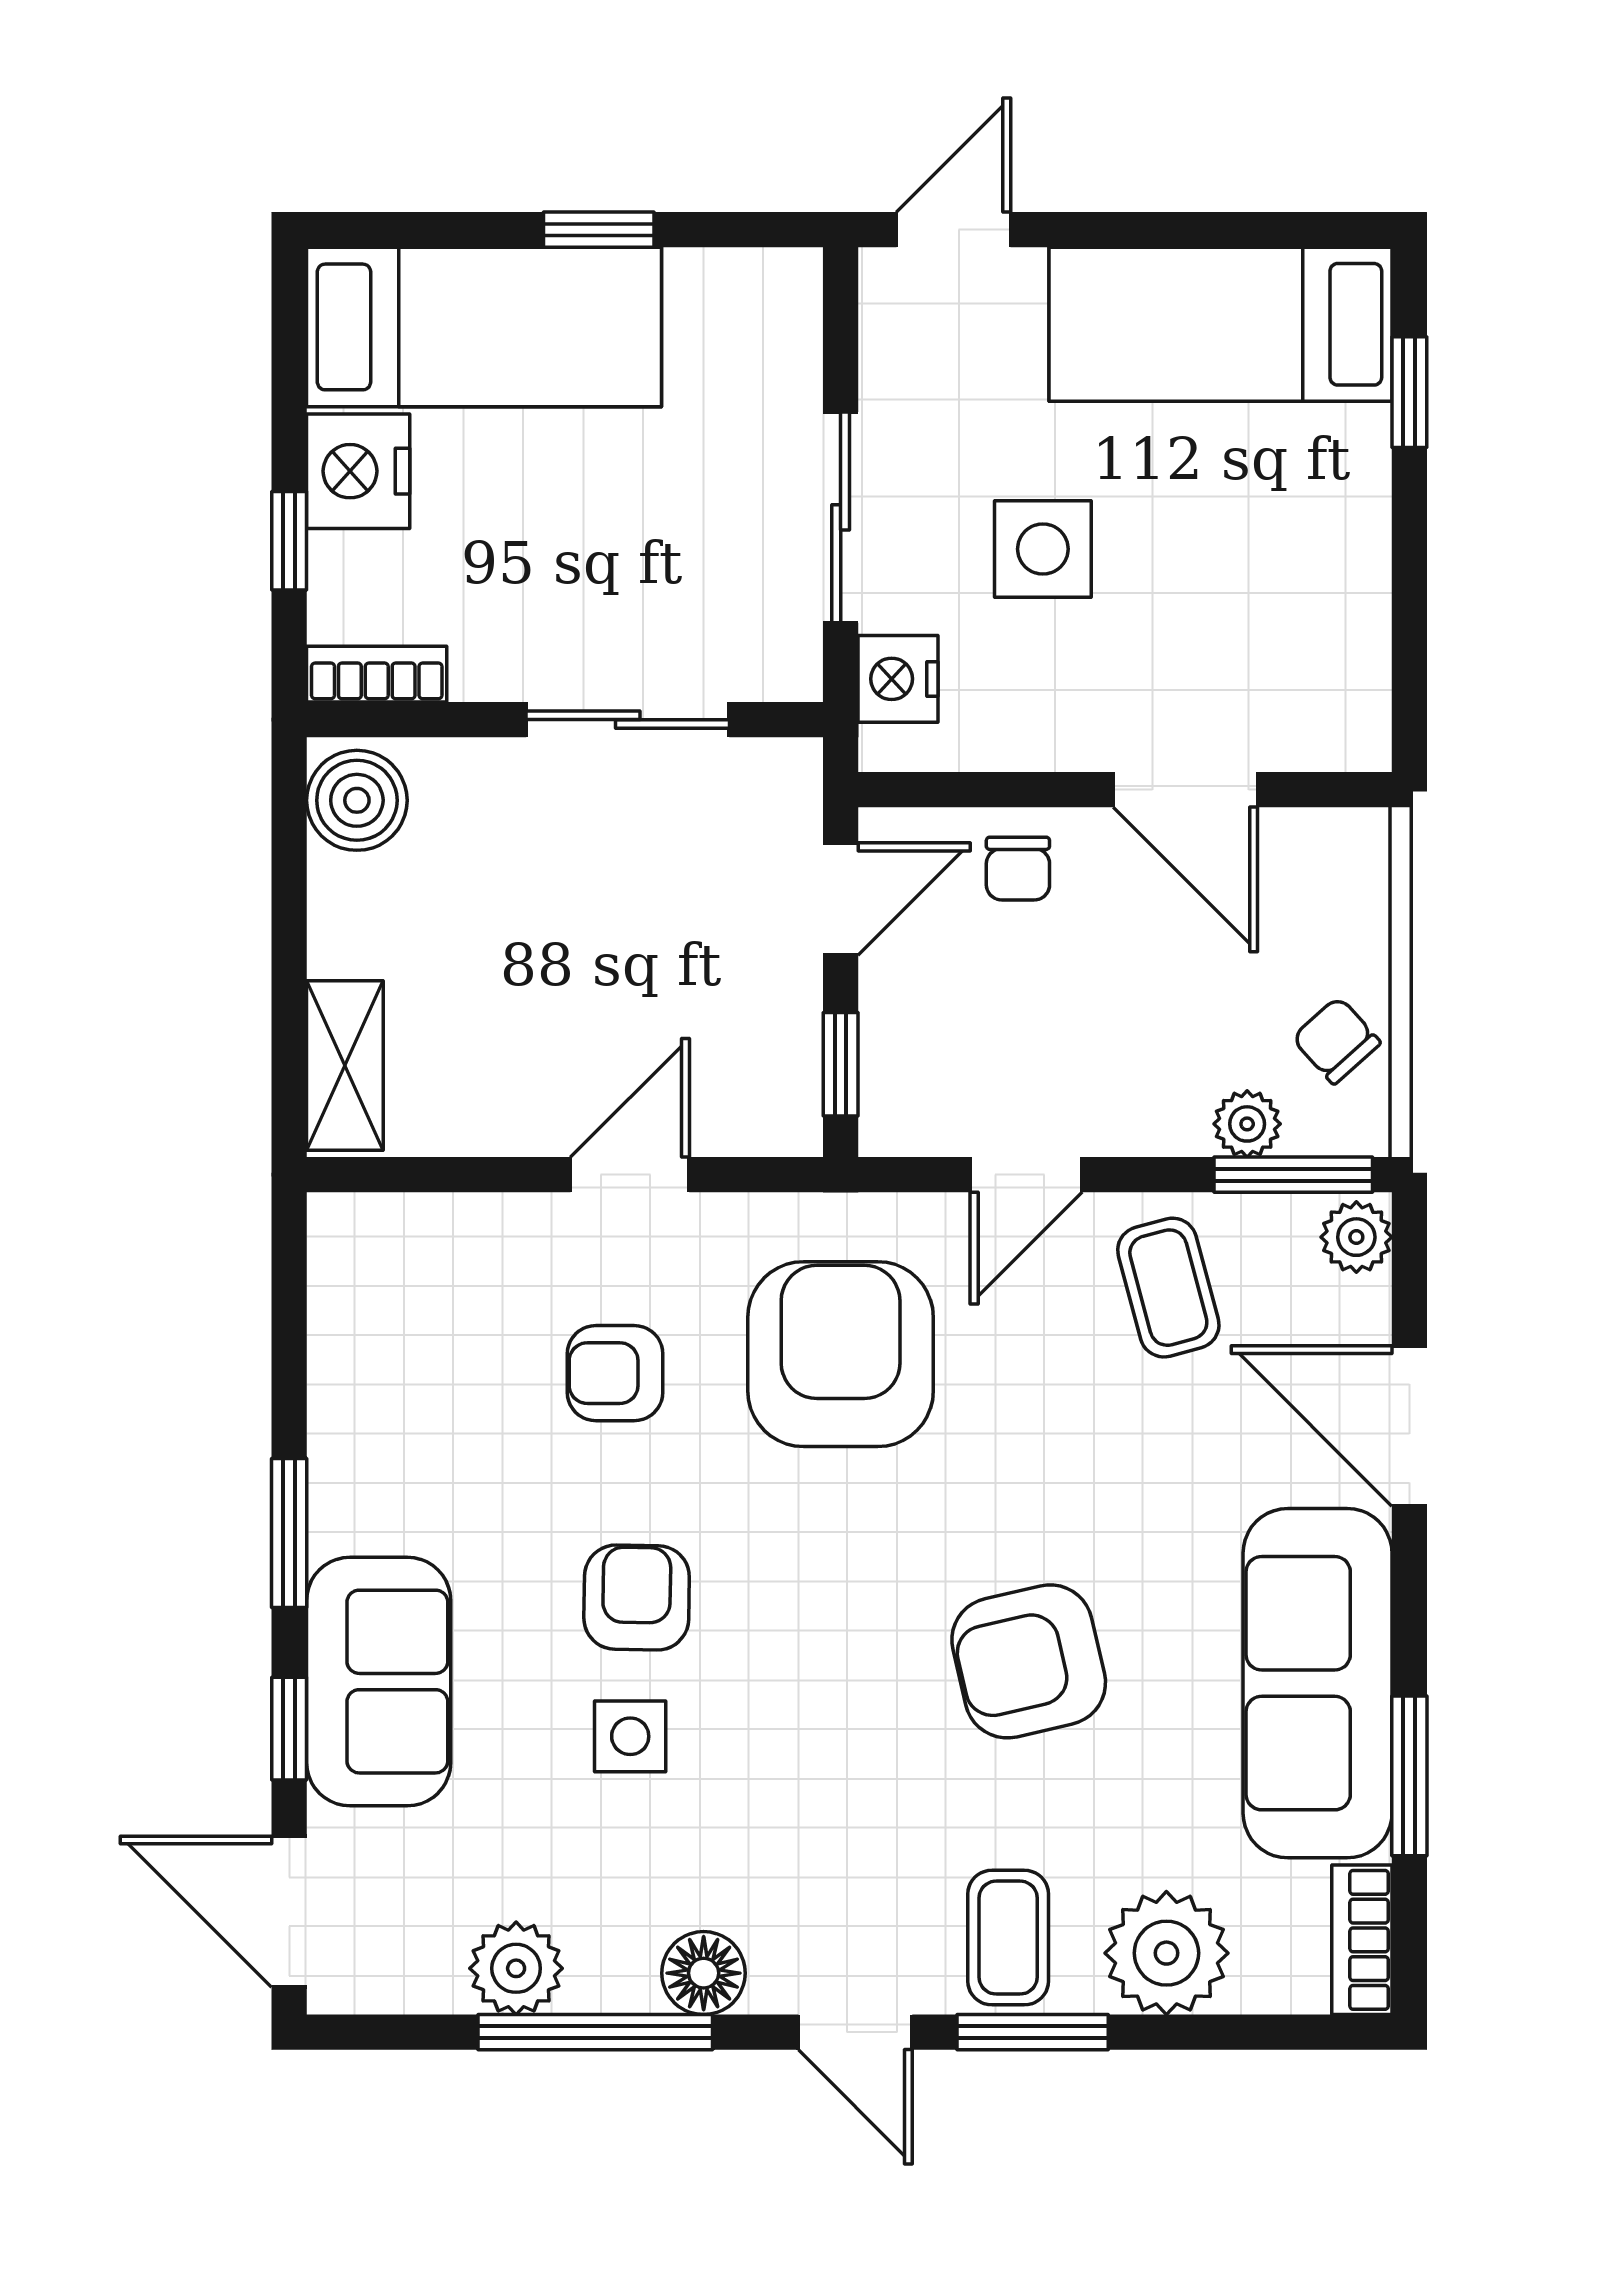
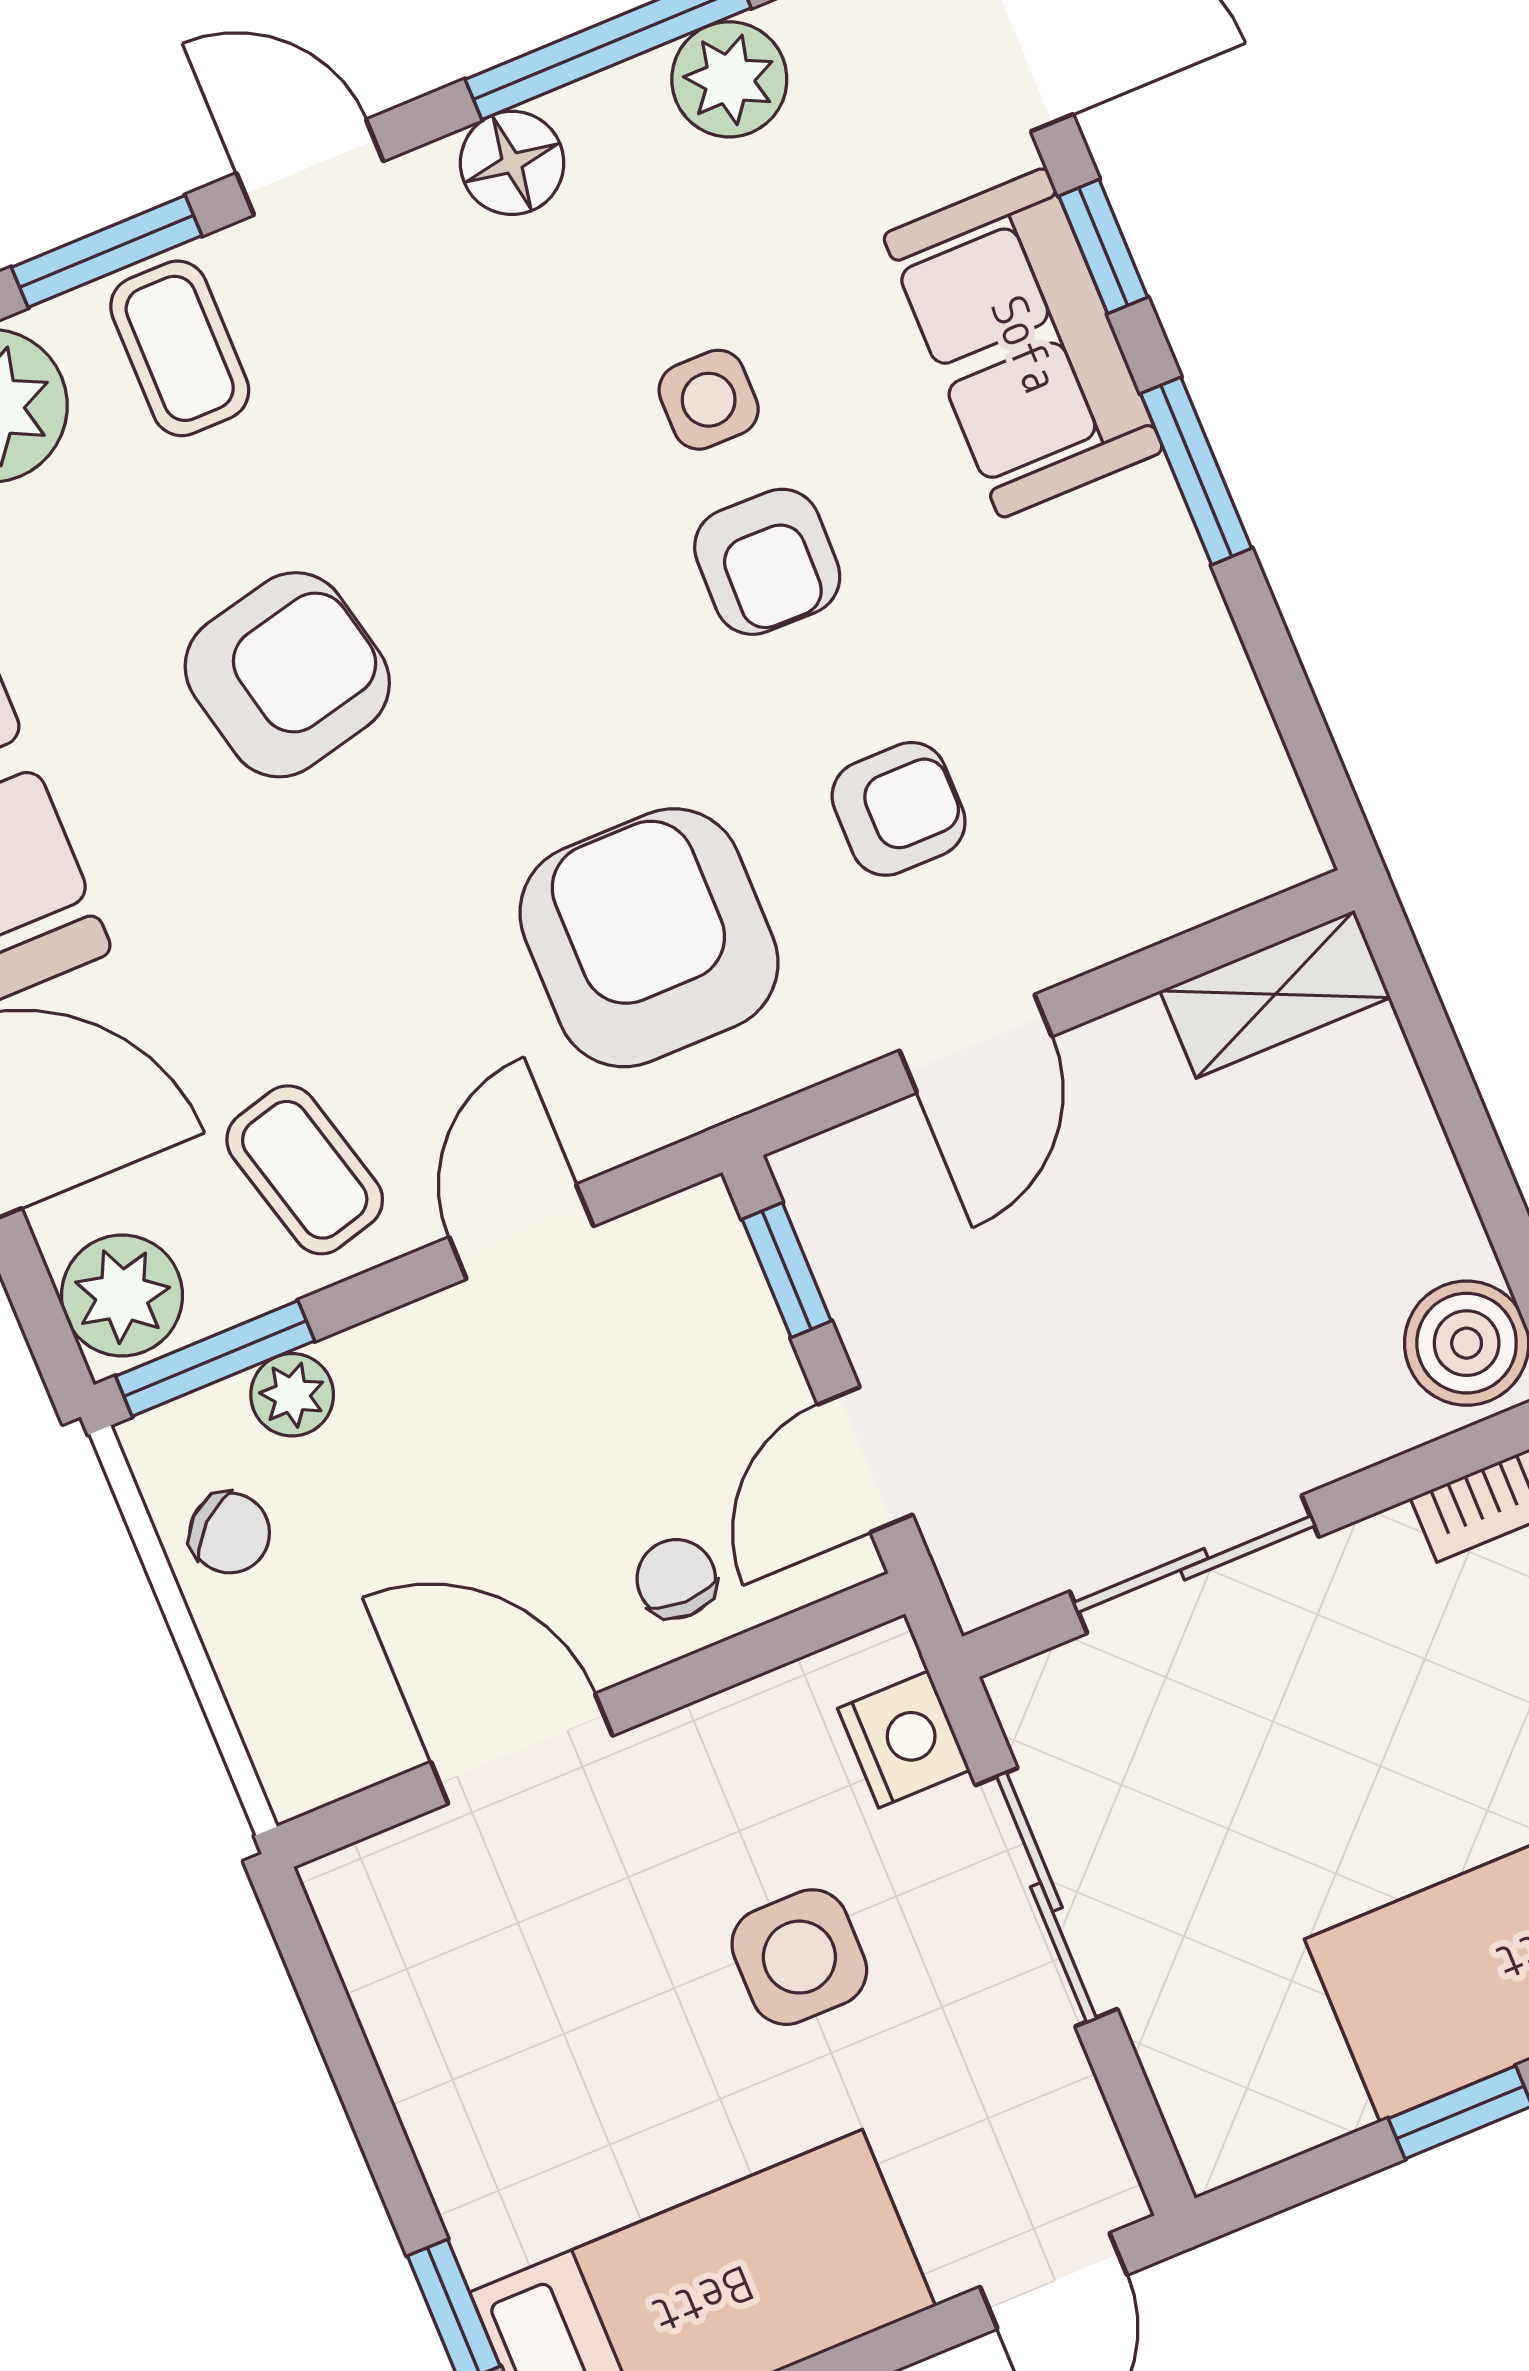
shelving: (345, 1066) -> (1275, 994), moved, turned 90
plant: (1356, 1237) -> (122, 1295), width x1.38, depth x1.38
armchair: (841, 1354) -> (649, 938), turned 180

